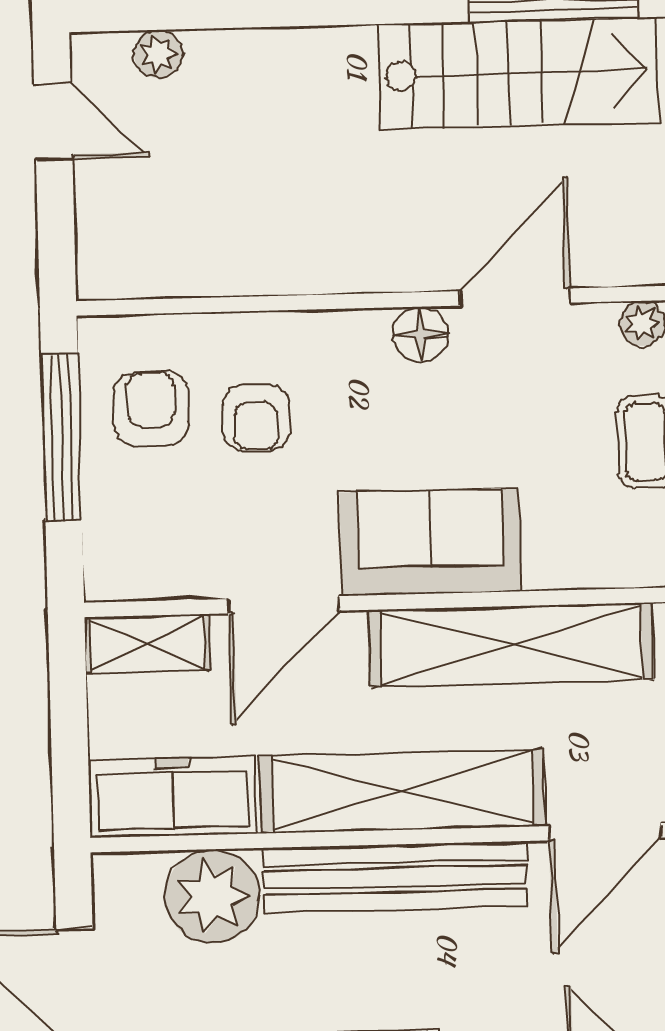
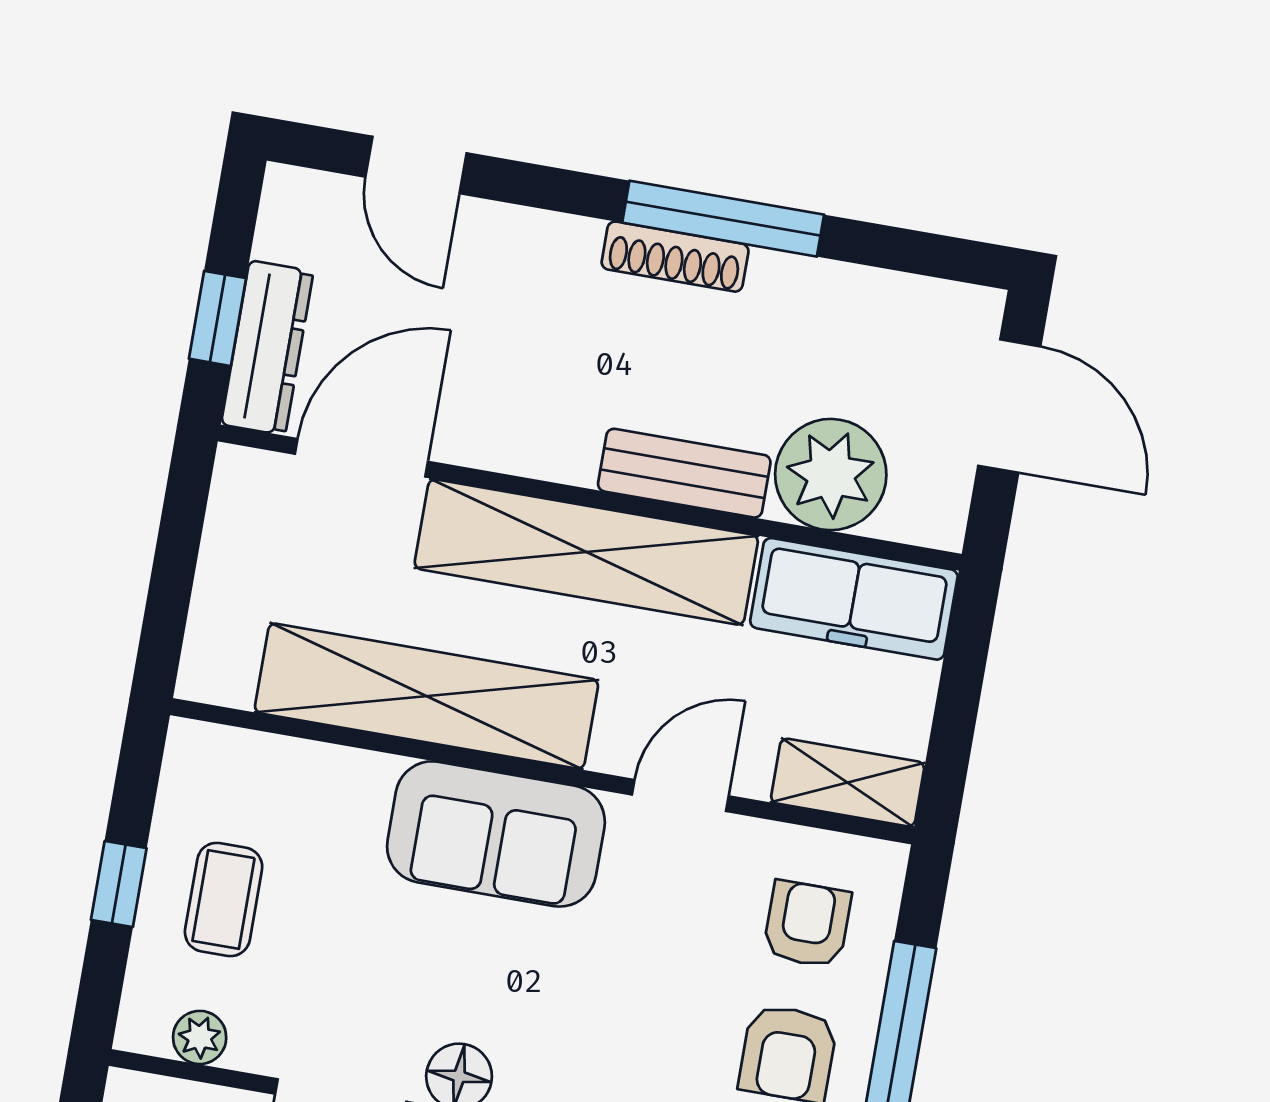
armchair: (256, 418) -> (807, 924), moved
door: (284, 605) -> (680, 795), width x0.73
bench: (395, 877) -> (684, 473), width x0.54, depth x0.82

